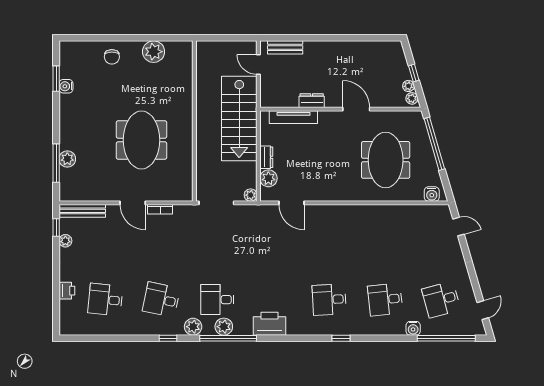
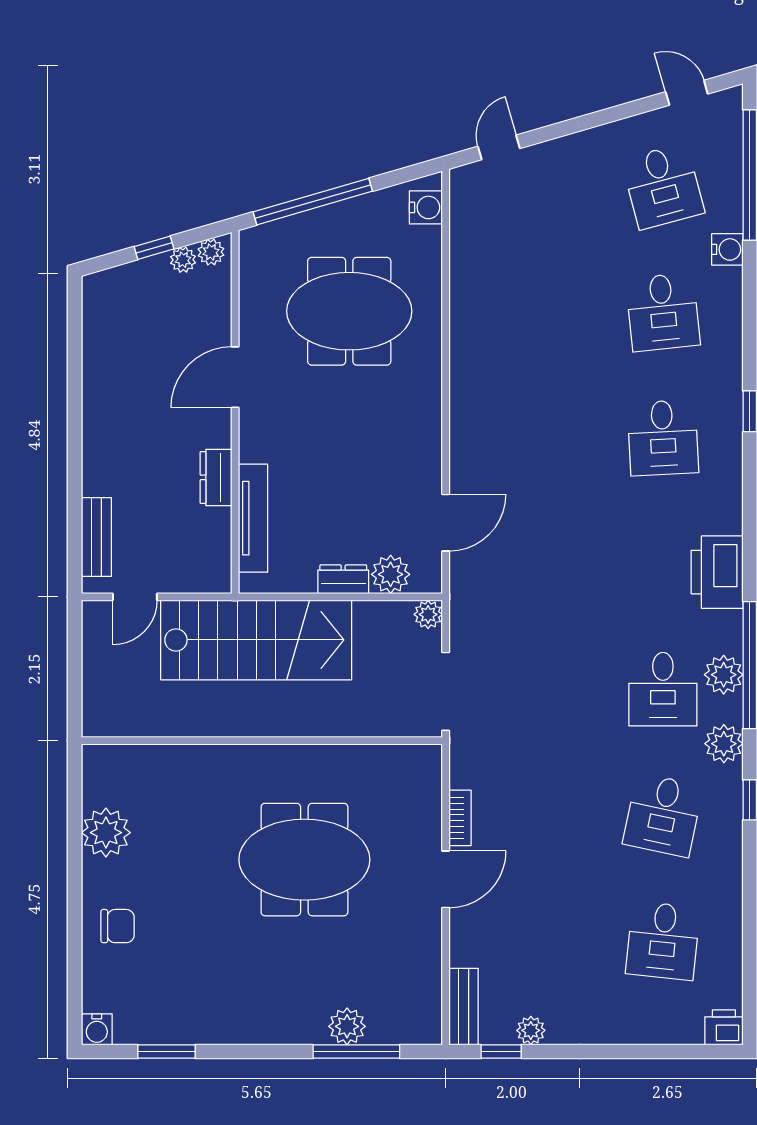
water cooler: (66, 86) -> (97, 1029), moved
bench: (82, 211) -> (464, 1007), width x0.73
printer: (67, 291) -> (724, 1027), moved

